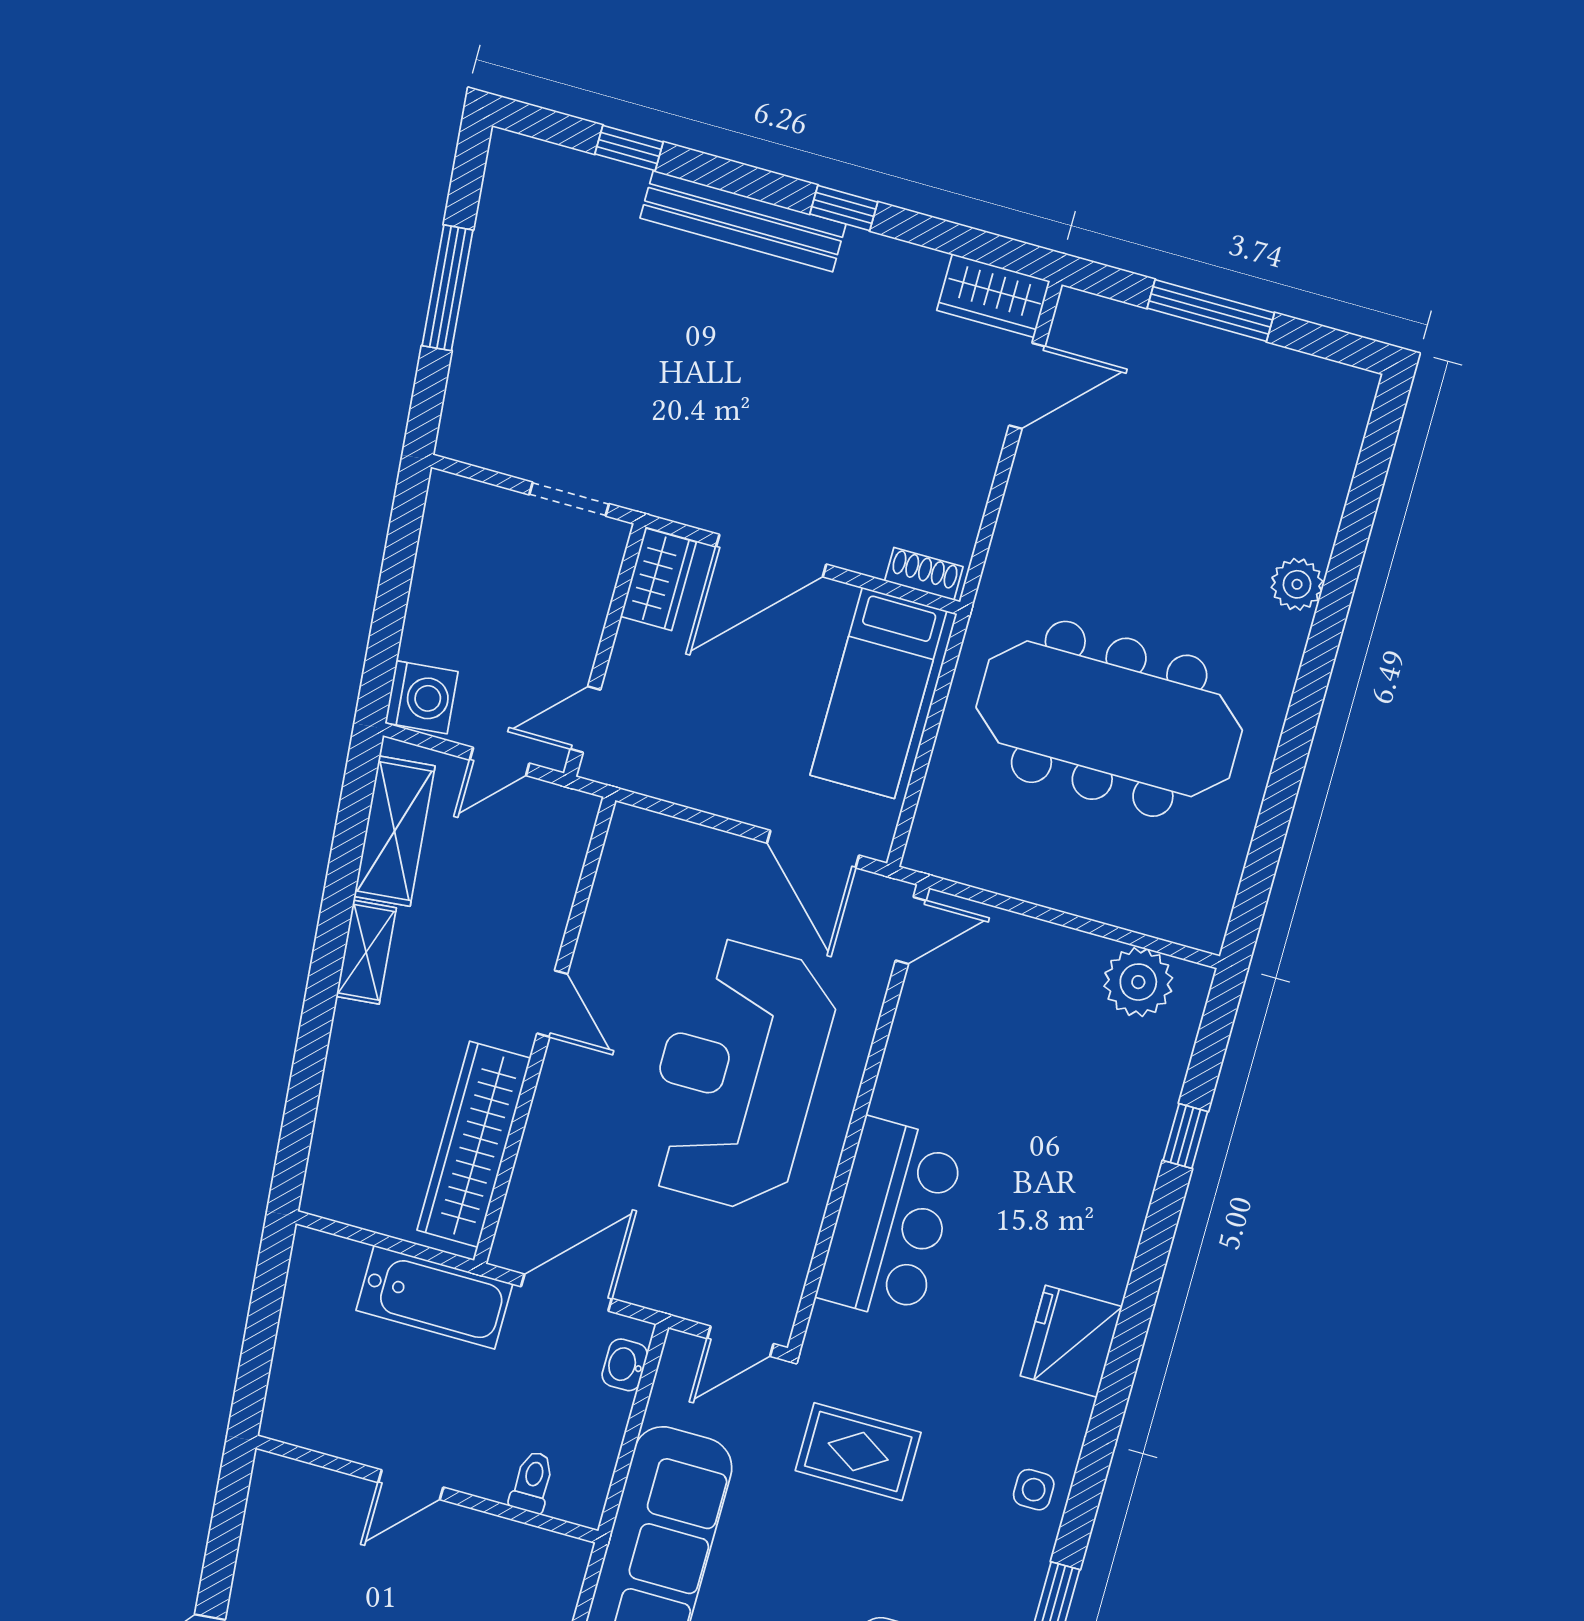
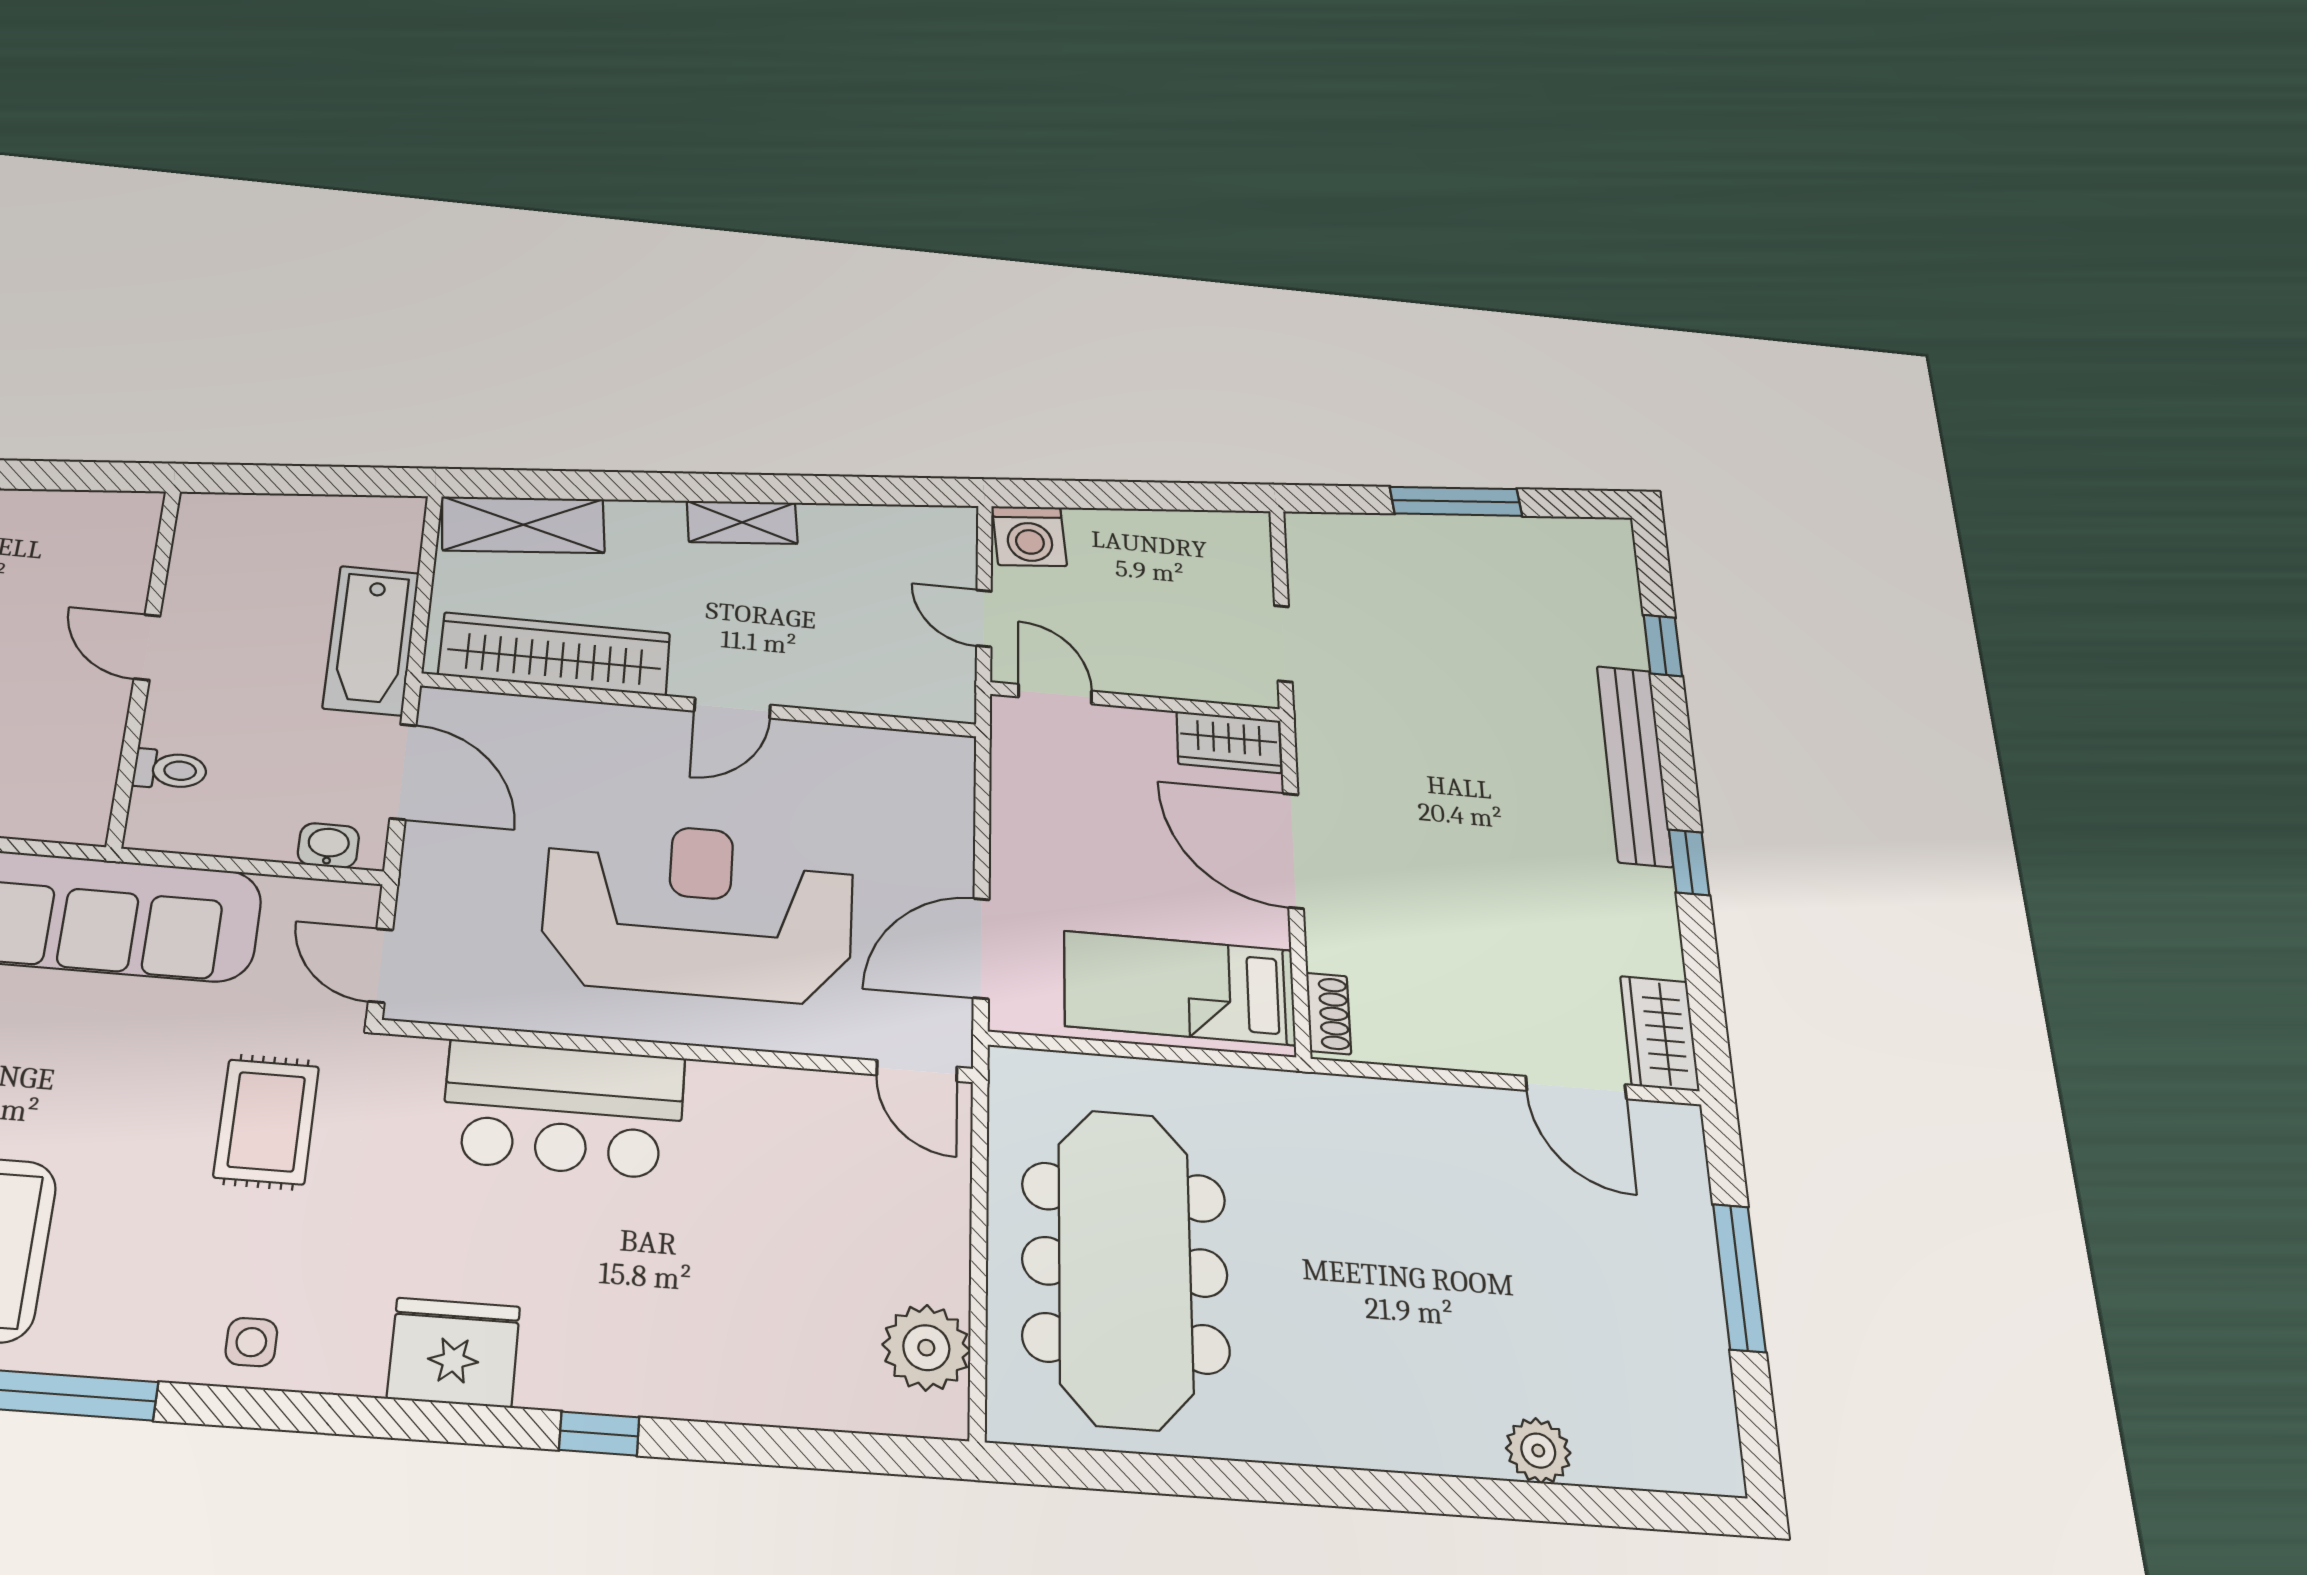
plant: (1297, 584) -> (1538, 1451), moved
meeting table: (1109, 719) -> (1125, 1267), moved
shelving: (394, 831) -> (523, 525), moved
window: (1185, 1136) -> (599, 1434), moved

